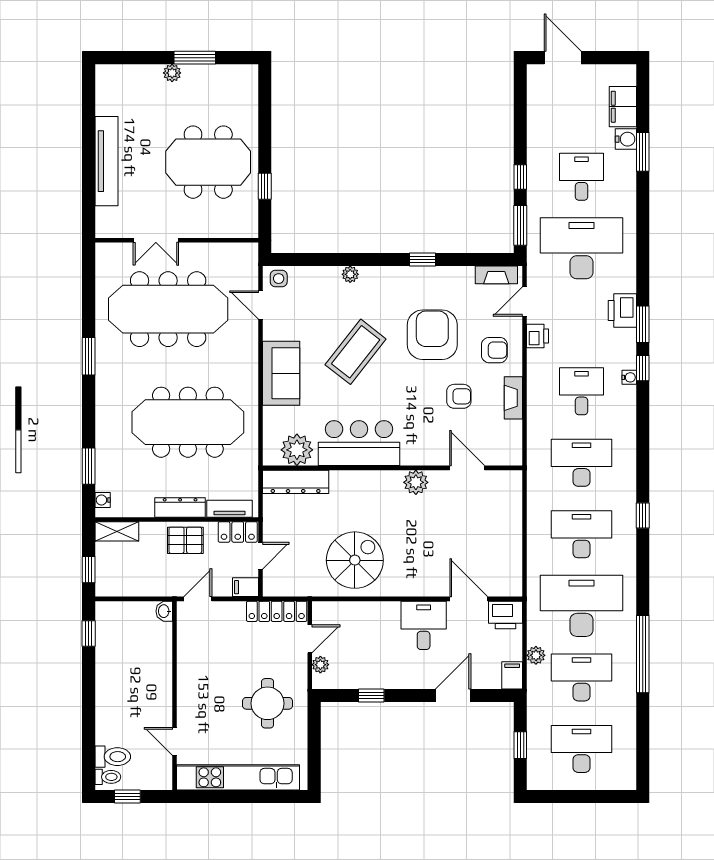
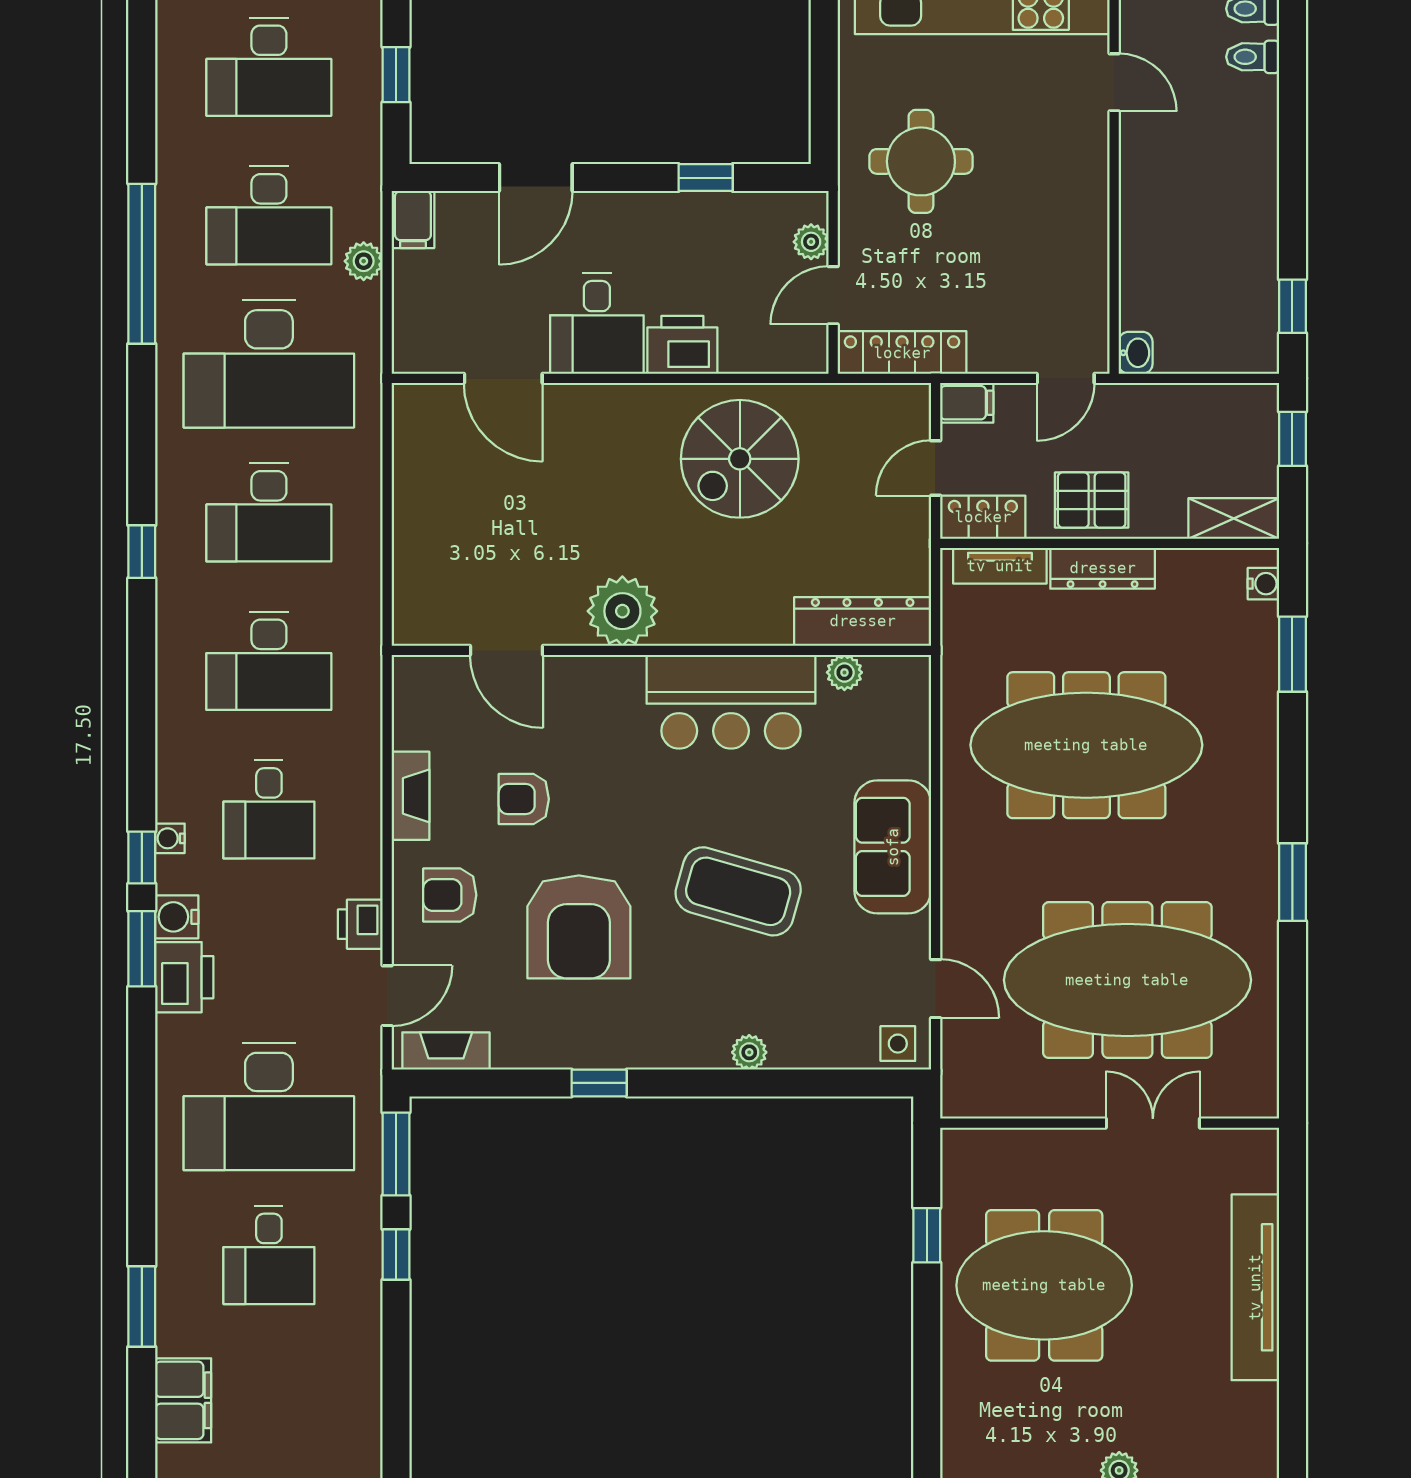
water cooler: (626, 139) -> (177, 917), moved
coffee table: (356, 352) -> (738, 891), turned 68
plant: (297, 450) -> (844, 672), width x0.53, depth x0.53
plant: (416, 482) -> (622, 611), width x1.36, depth x1.36
printer: (506, 615) -> (682, 345), moved
toilet: (113, 757) -> (1253, 57), width x0.73, depth x0.72

